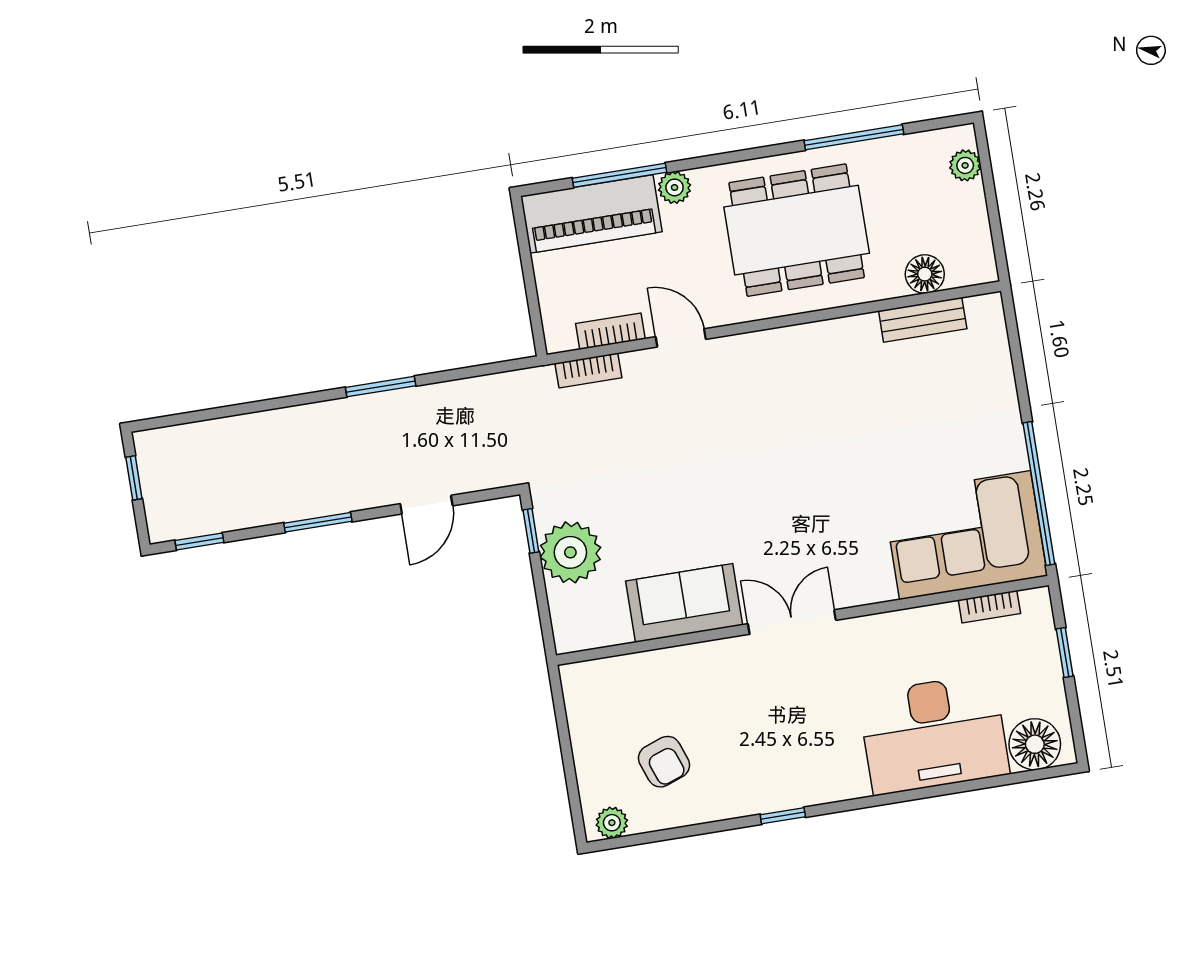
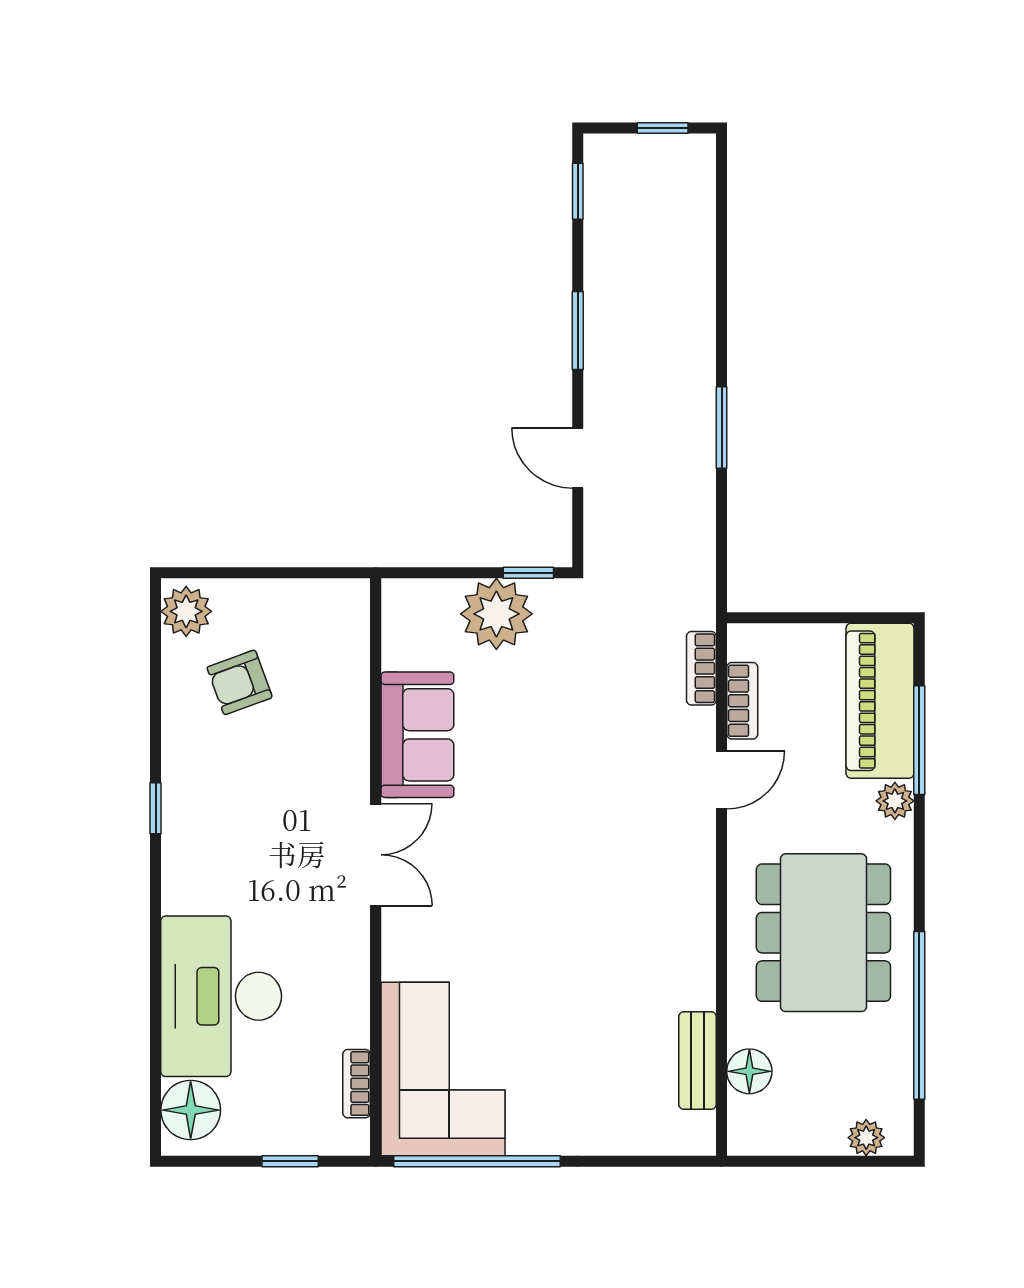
window: (854, 137) -> (919, 1015), width x1.46
plant: (612, 823) -> (186, 611), width x1.38, depth x1.38

